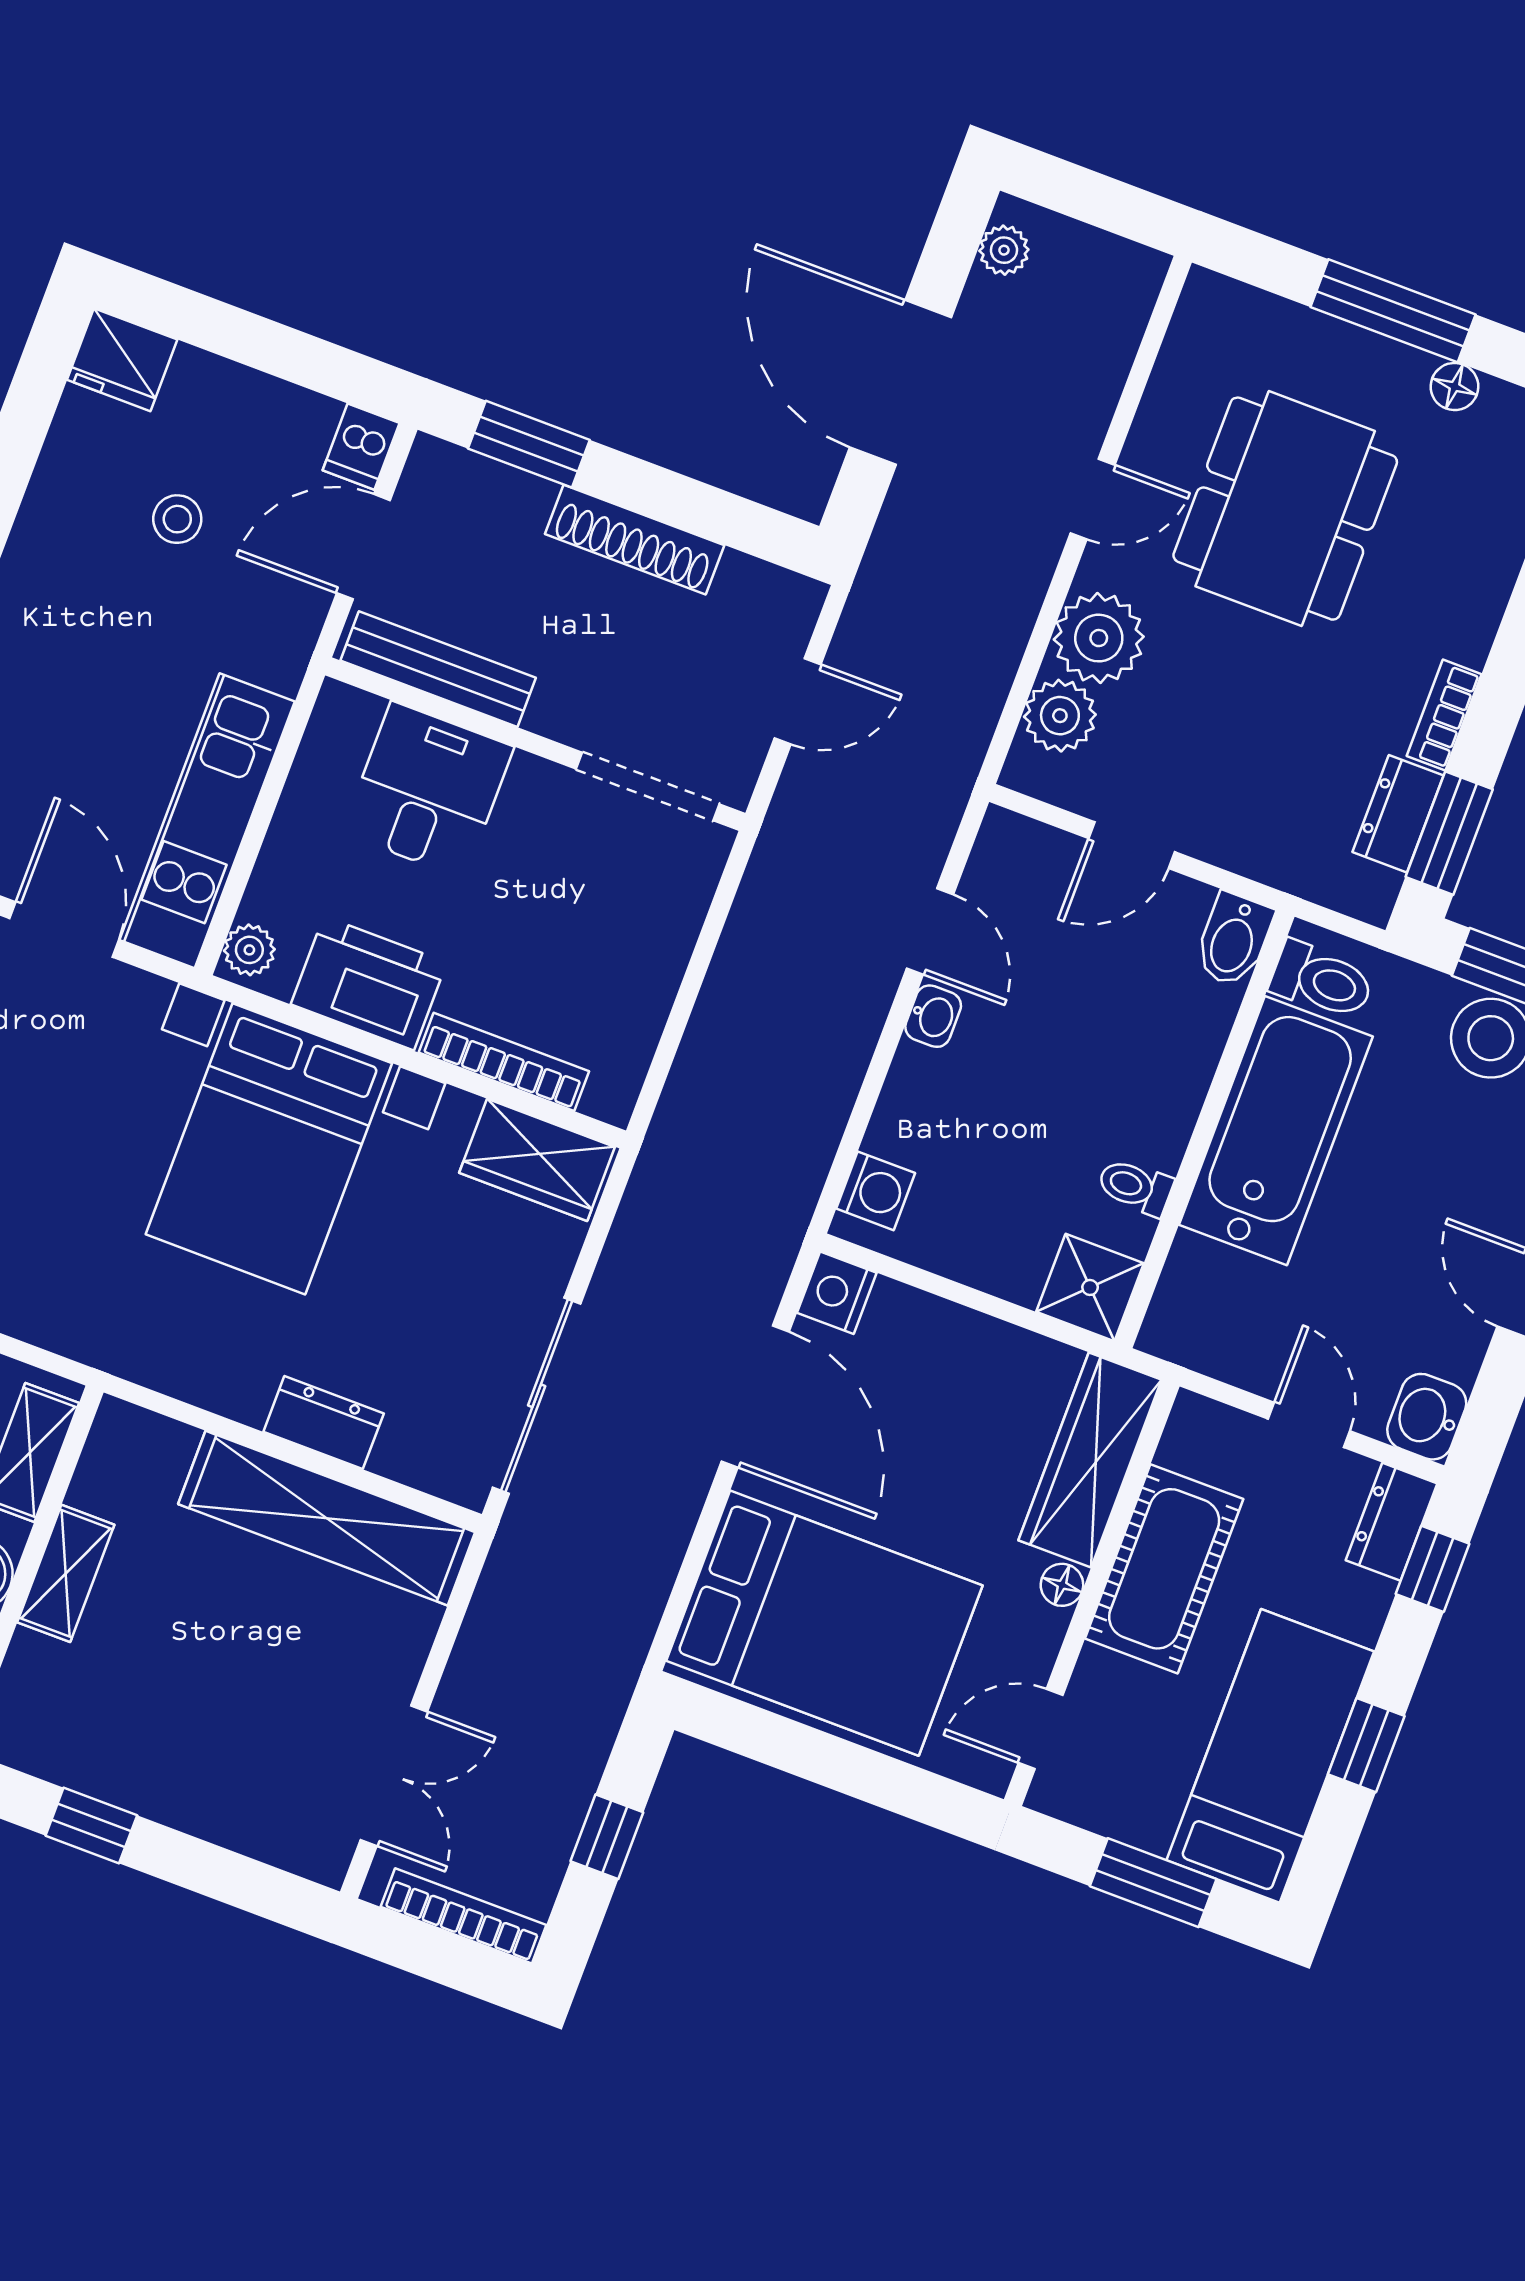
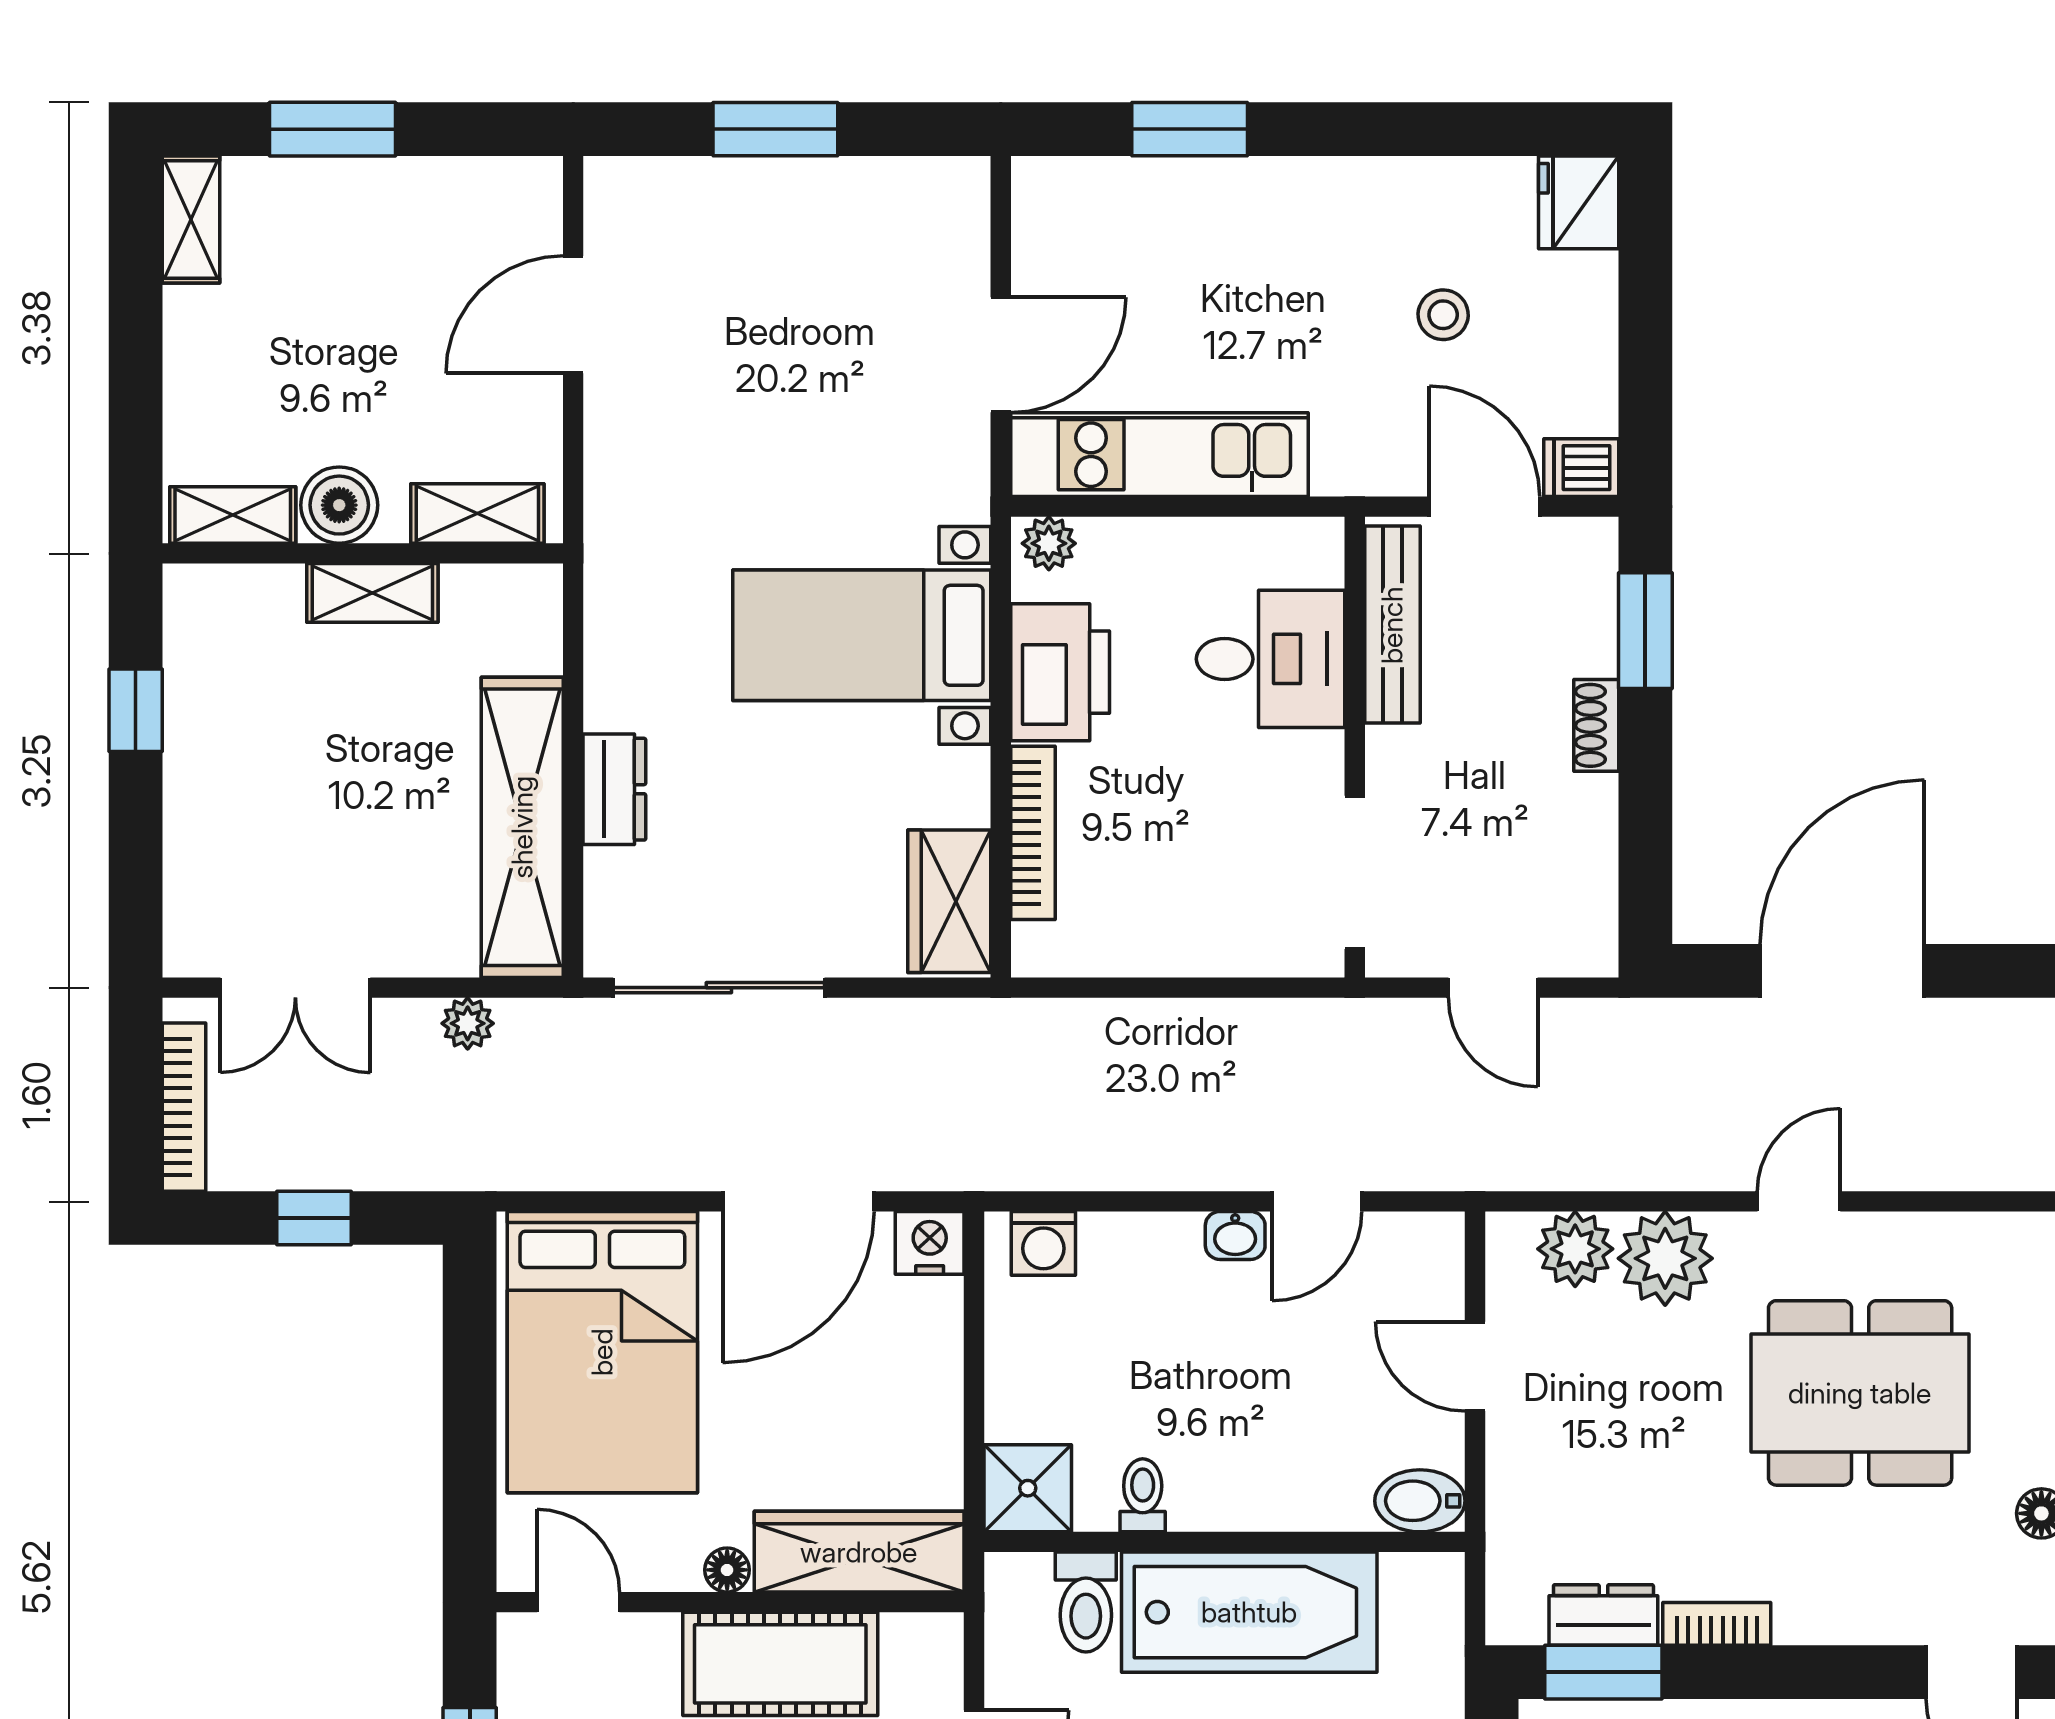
plant: (1004, 250) -> (468, 1023), moved
door: (1093, 499) -> (1799, 1201), swing flipped
shoe rack: (635, 540) -> (1596, 725), width x0.51, depth x0.81
toilet: (1322, 981) -> (1086, 1602), moved
bed with nightstands: (269, 1149) -> (862, 635), width x0.73

